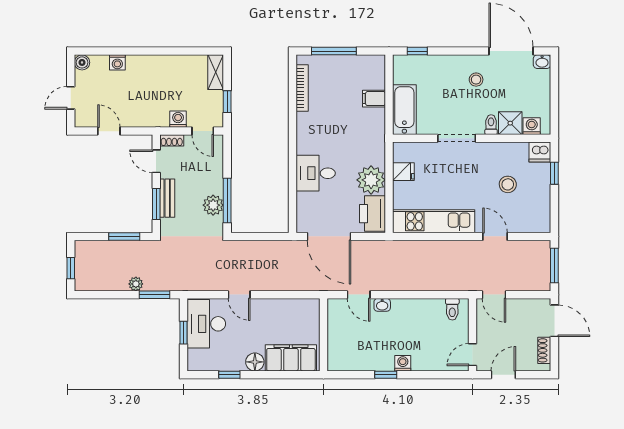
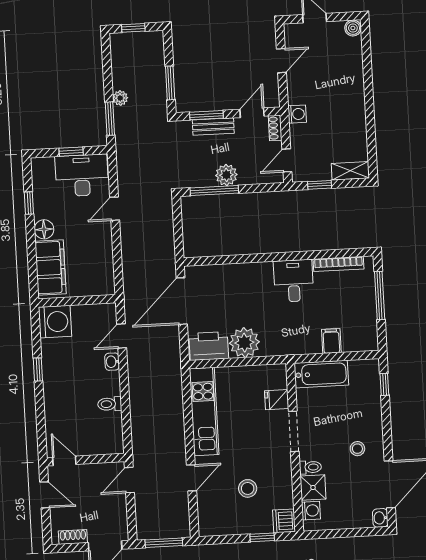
washing machine: (117, 62) -> (355, 66), removed
washing machine: (178, 119) -> (297, 114), moved
fridge: (403, 172) -> (277, 400), moved, turned 90
desk: (316, 173) -> (294, 281), moved
plant: (213, 205) -> (226, 175), moved
toilet: (452, 309) -> (110, 404), moved
washing machine: (403, 363) -> (55, 322), moved, width x1.89, depth x1.89

